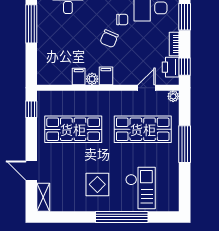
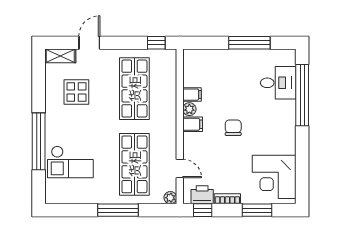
chair: (122, 20) -> (254, 142), removed
chair: (109, 39) -> (233, 128), turned 67
display table: (97, 184) -> (76, 92), moved

